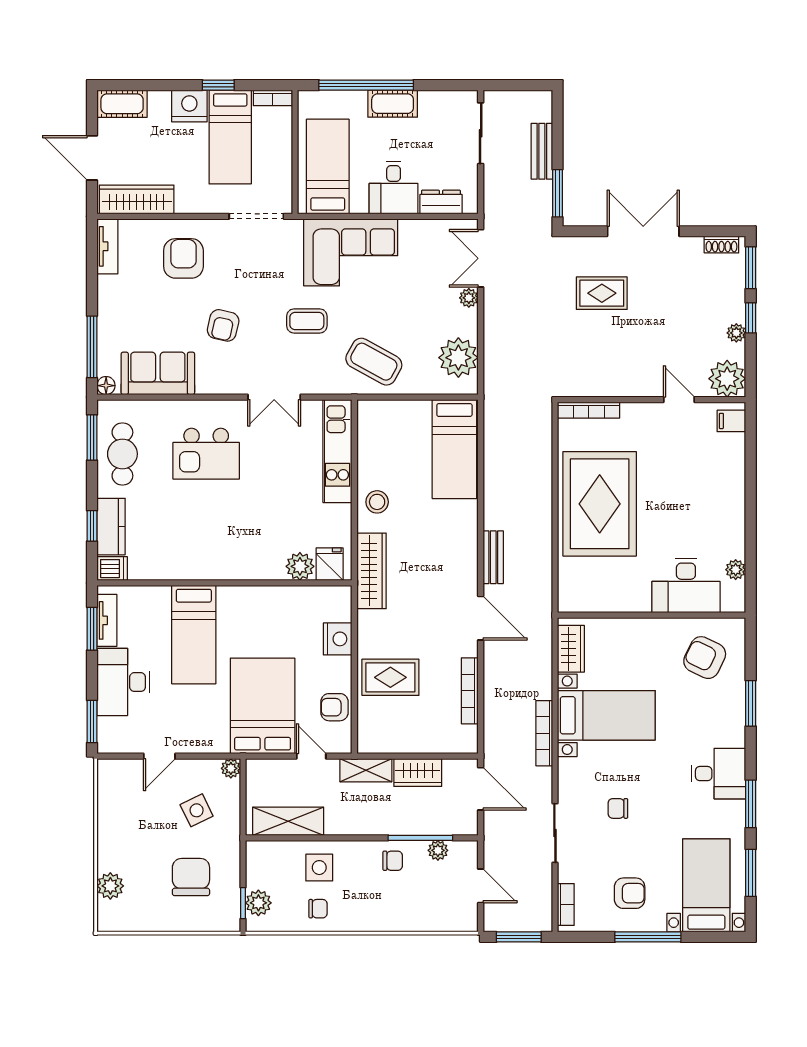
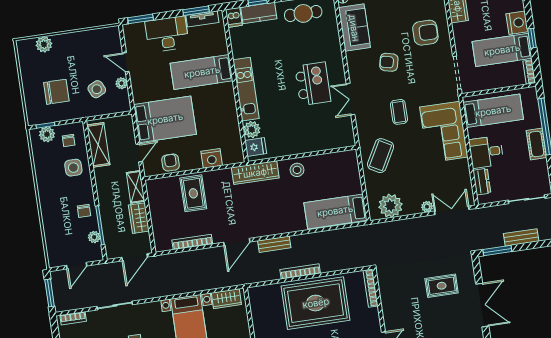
rug: (602, 293) -> (442, 286), turned 90
kitchen unit: (337, 451) -> (246, 89), moved, turned 90
kitchen island: (206, 454) -> (313, 84), moved, turned 180
bookcase: (544, 733) -> (300, 271), moved
plant: (231, 768) -> (122, 83), moved
chair: (318, 909) -> (69, 141), moved

